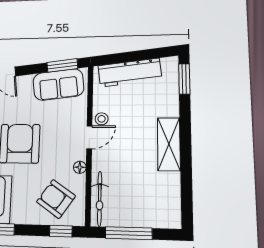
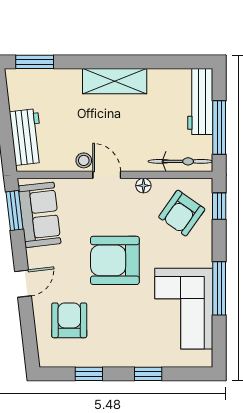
workbench: (130, 73) -> (27, 137), width x0.73
workbench: (152, 217) -> (200, 102), added

